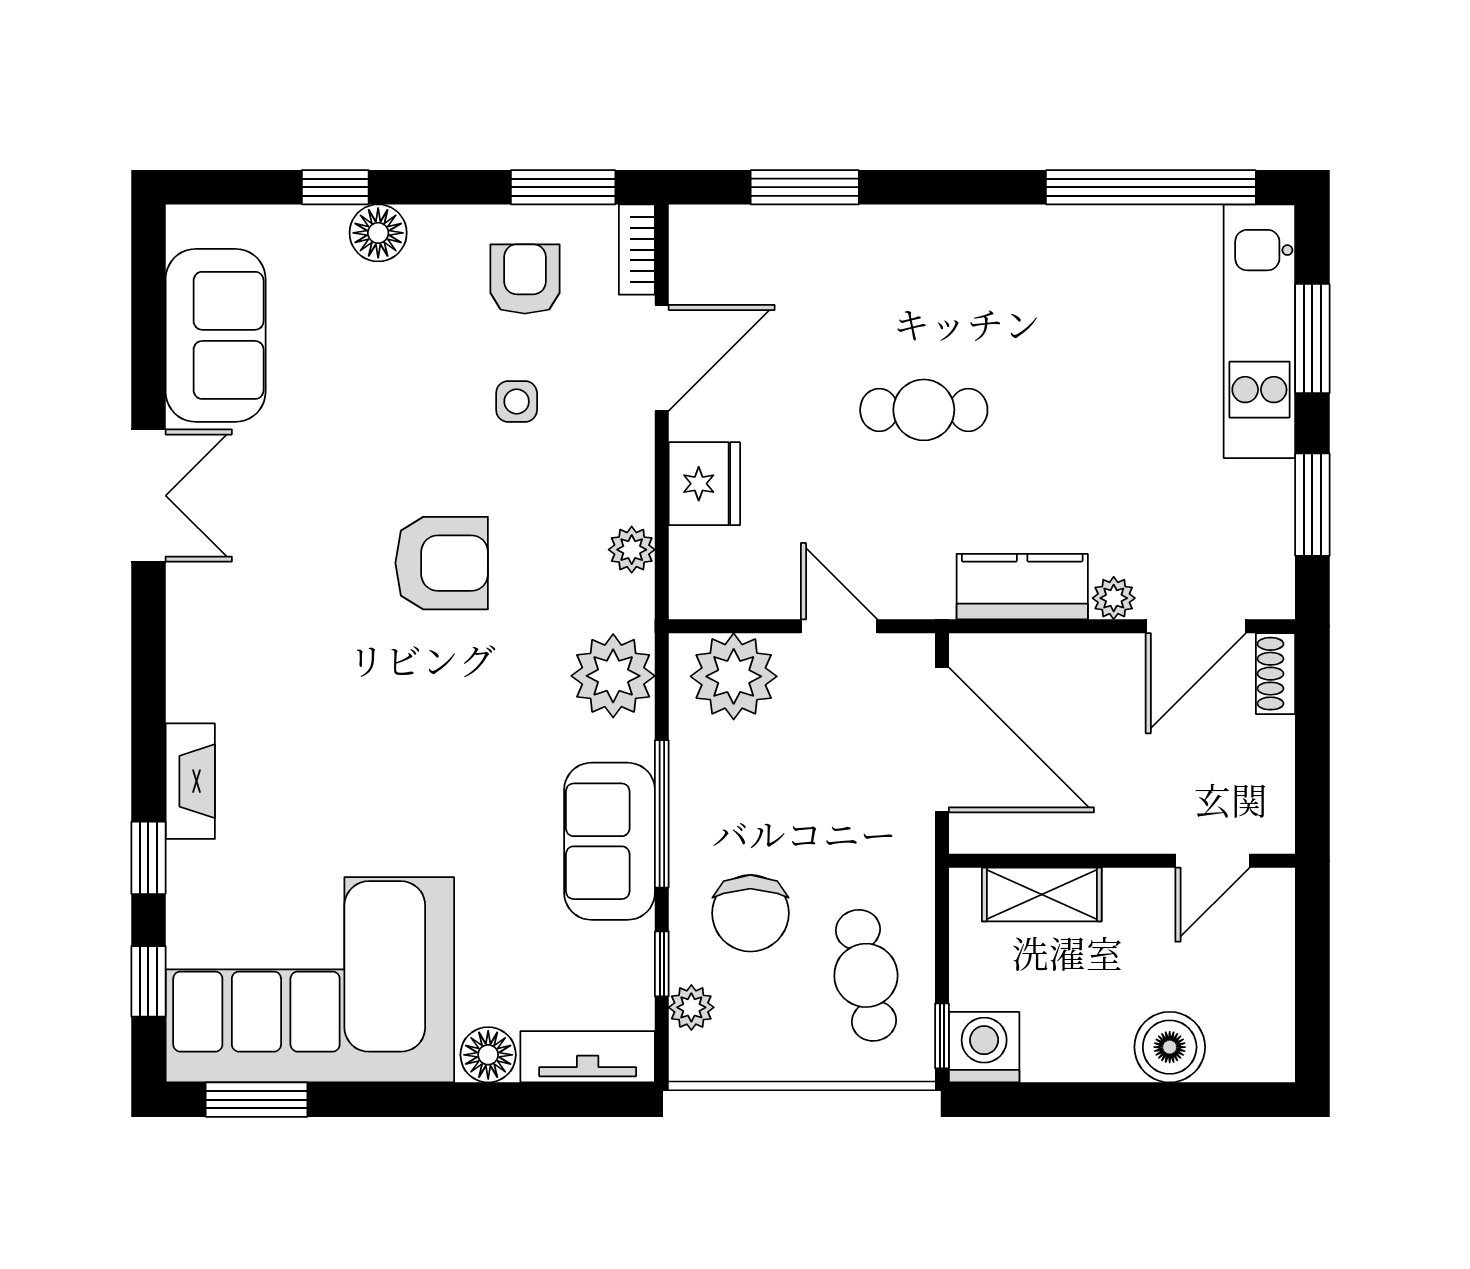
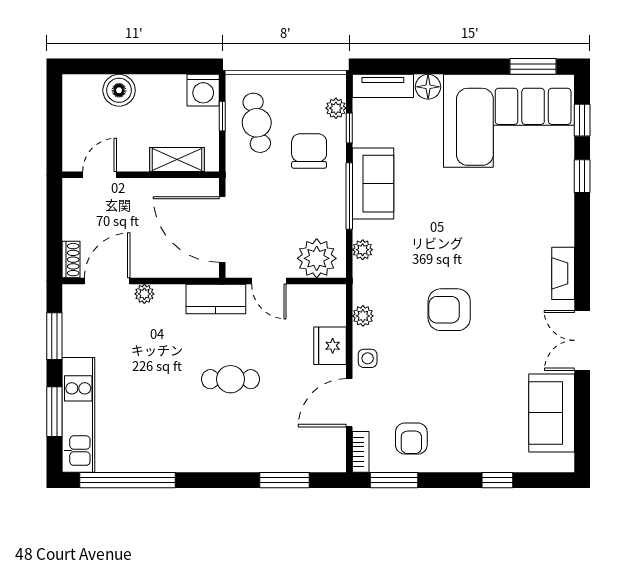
floor lamp: (378, 233) -> (478, 459), removed
side table: (517, 402) -> (368, 358), moved
kitchen counter: (1022, 587) -> (216, 299), moved
plant: (613, 676) -> (363, 250), width x0.53, depth x0.53
fireplace: (190, 781) -> (563, 273), moved
window: (942, 1036) -> (222, 116), moved

